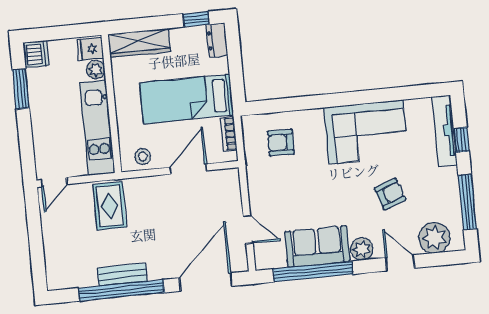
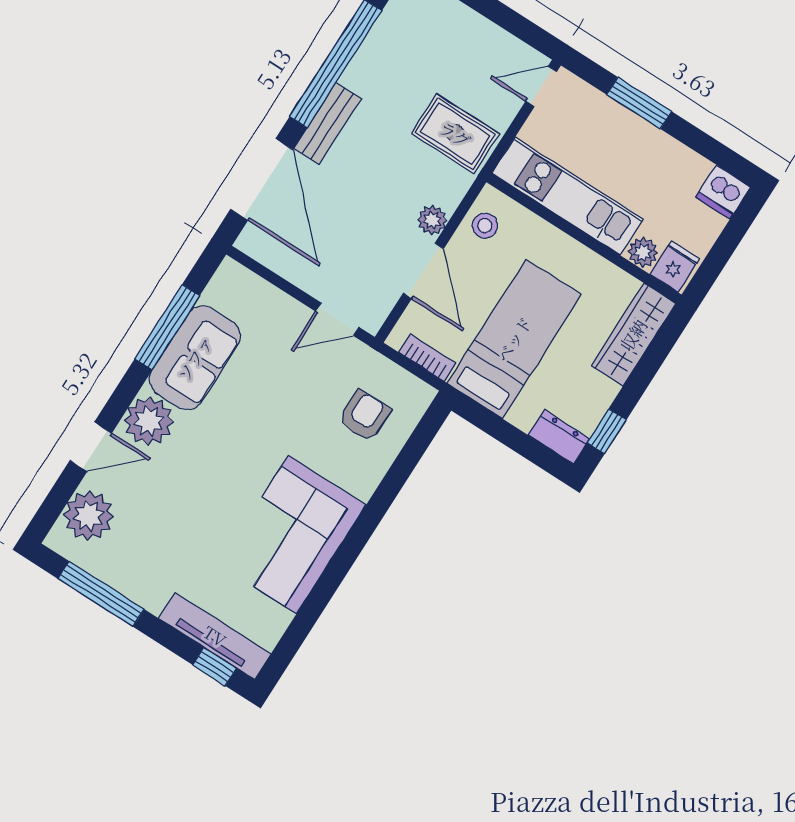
window: (21, 89) -> (639, 103), moved
window: (461, 140) -> (214, 667), moved
door: (54, 182) -> (541, 86), hinge flipped
plant: (160, 184) -> (432, 220), added
armchair: (390, 194) -> (189, 503), removed
door: (248, 230) -> (337, 319), moved
plant: (362, 249) -> (149, 421), width x1.36, depth x1.36
window: (313, 272) -> (167, 327), width x0.68
bench: (122, 275) -> (328, 123), moved

